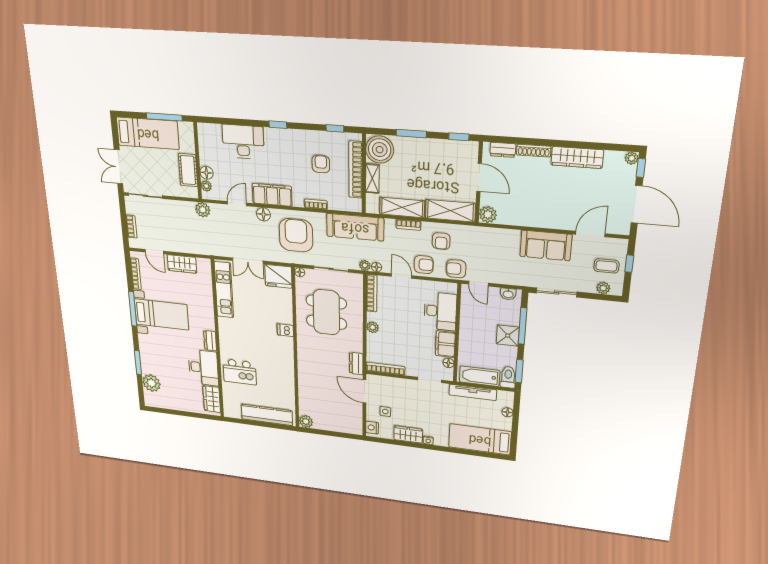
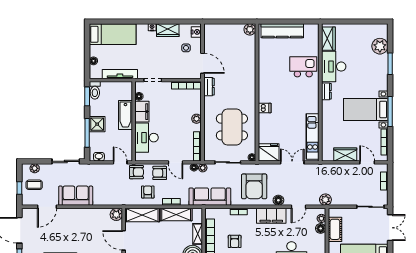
bathtub: (479, 376) -> (125, 115), moved, turned 90

